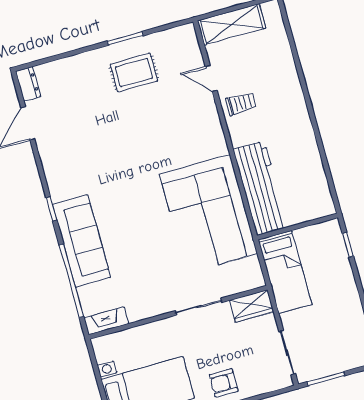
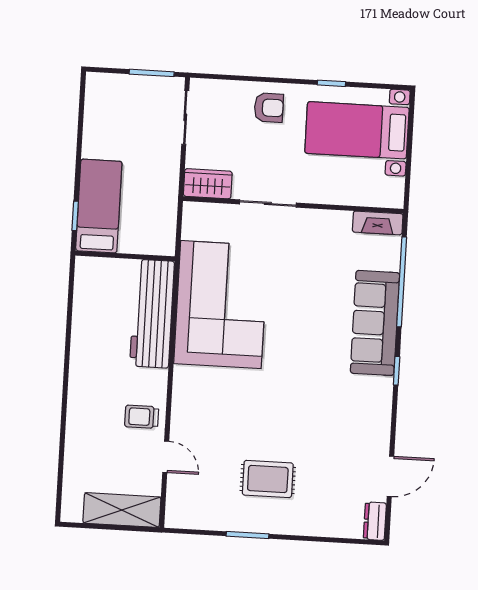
rug: (134, 73) -> (268, 479), moved
bed: (285, 272) -> (99, 206), moved

